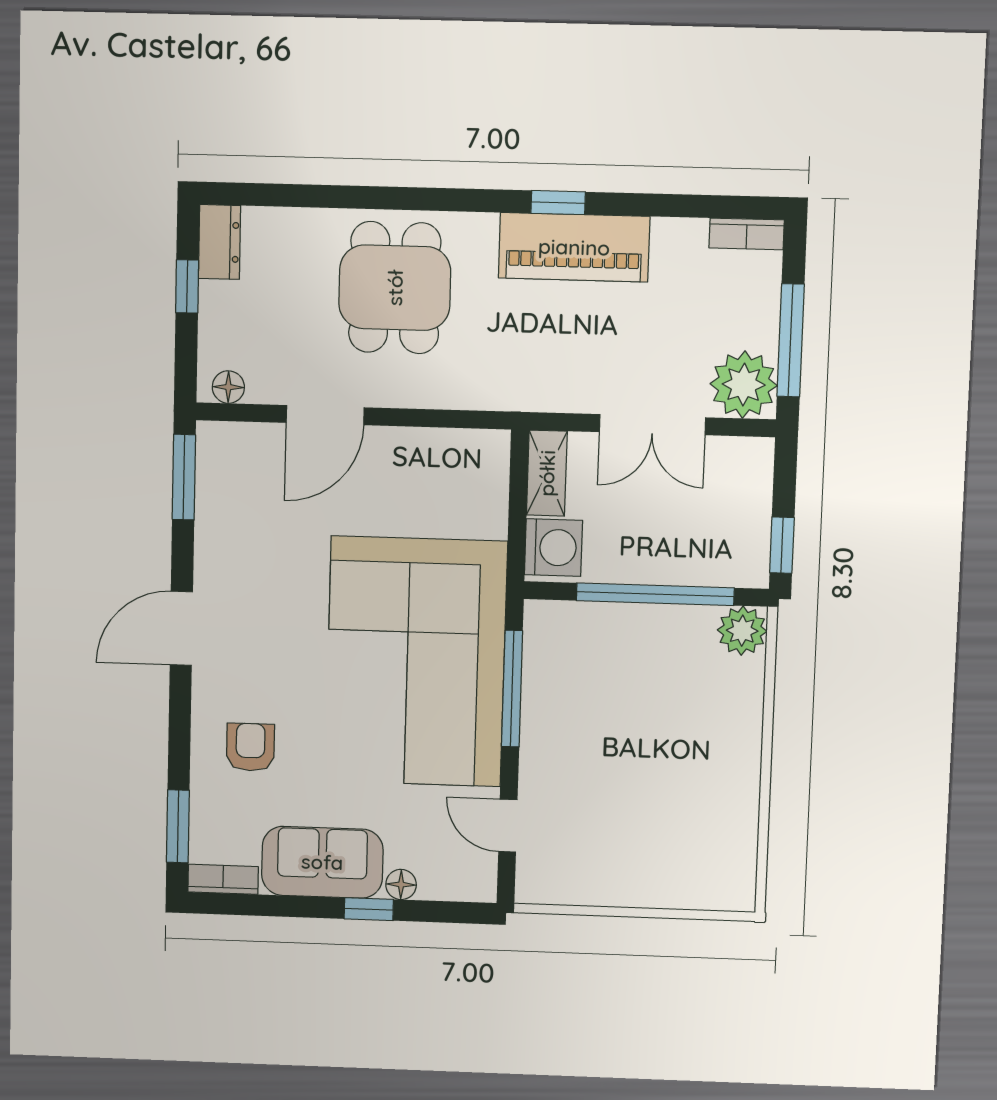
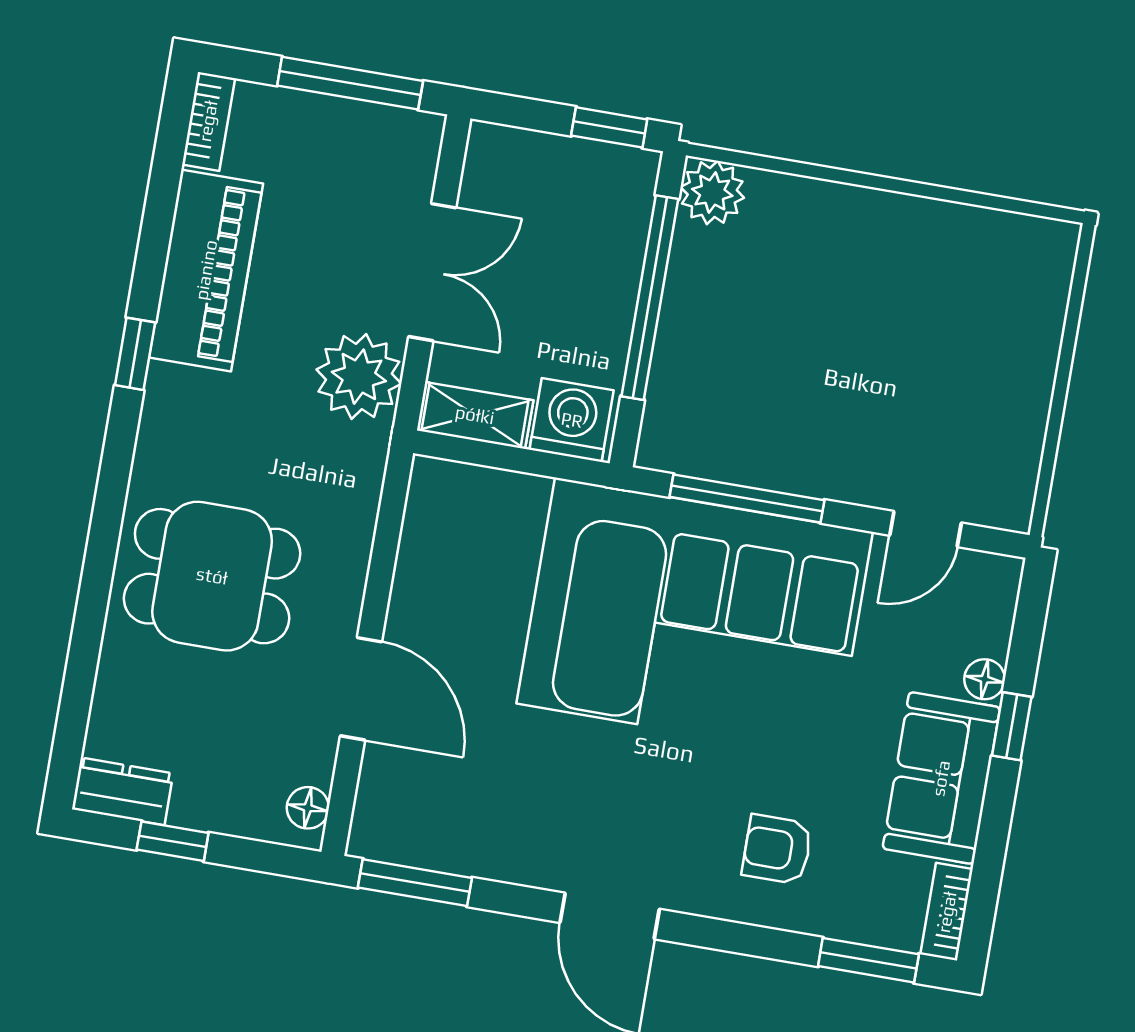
piano: (574, 247) -> (206, 270), moved
plant: (744, 385) -> (359, 377), moved

